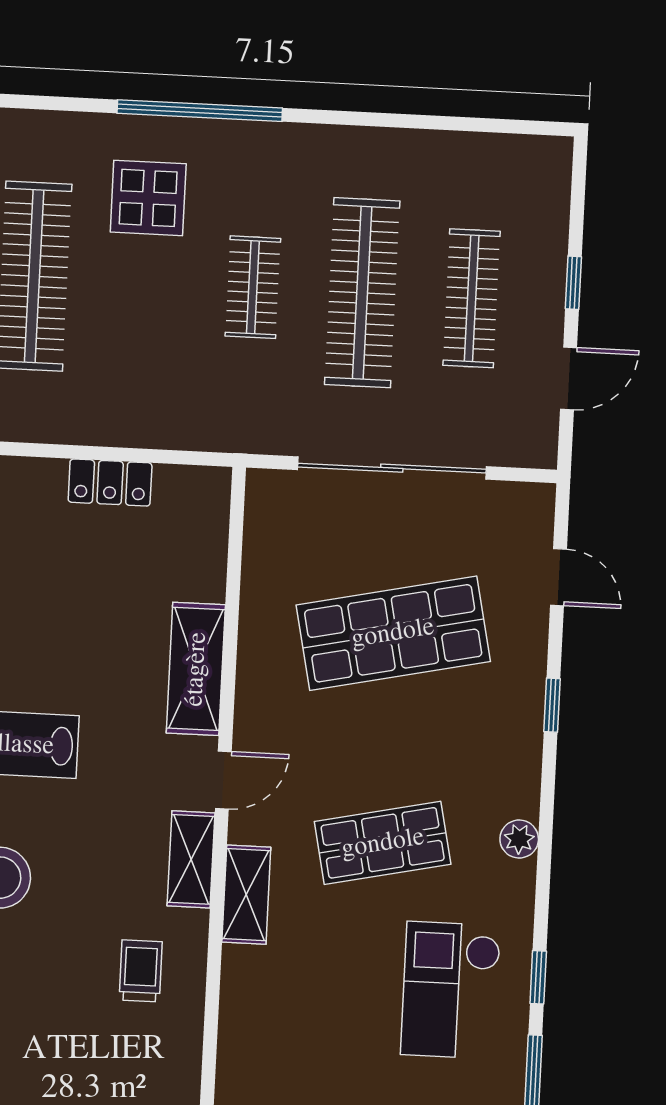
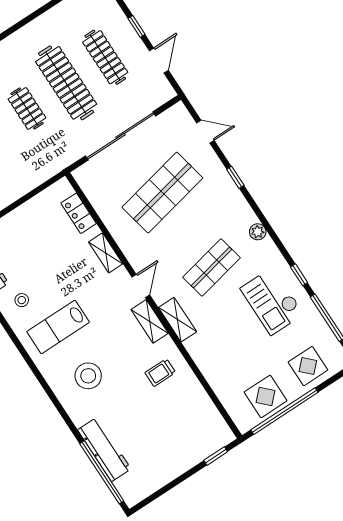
locker: (110, 483) -> (79, 213), moved, turned 90
shelving: (196, 669) -> (106, 253), width x0.67, depth x0.75
trolley: (141, 971) -> (160, 373), turned -90

